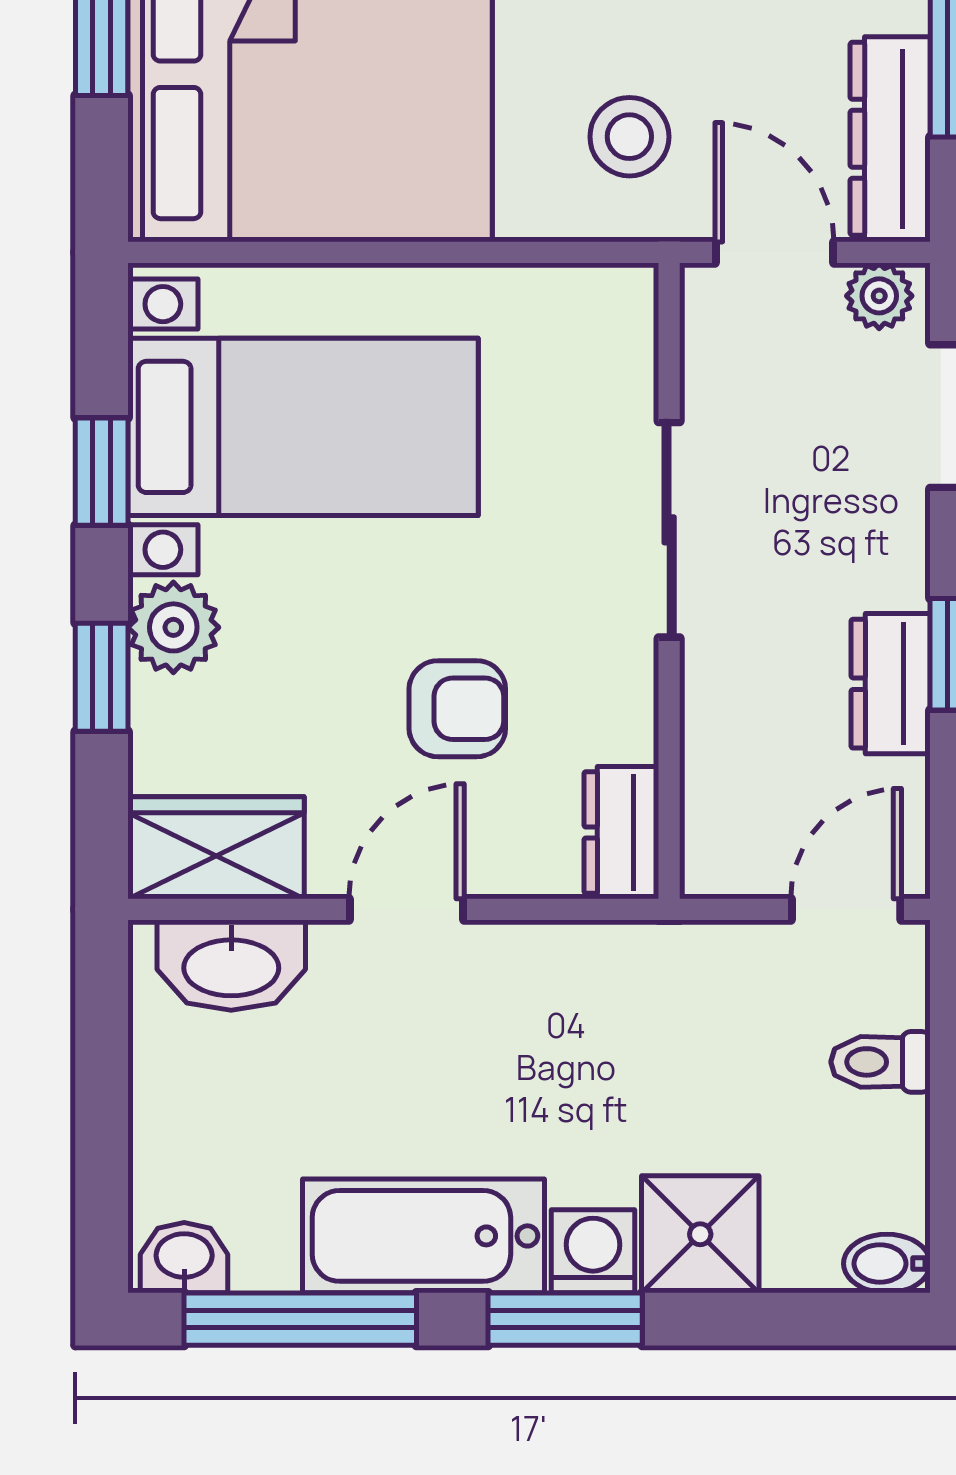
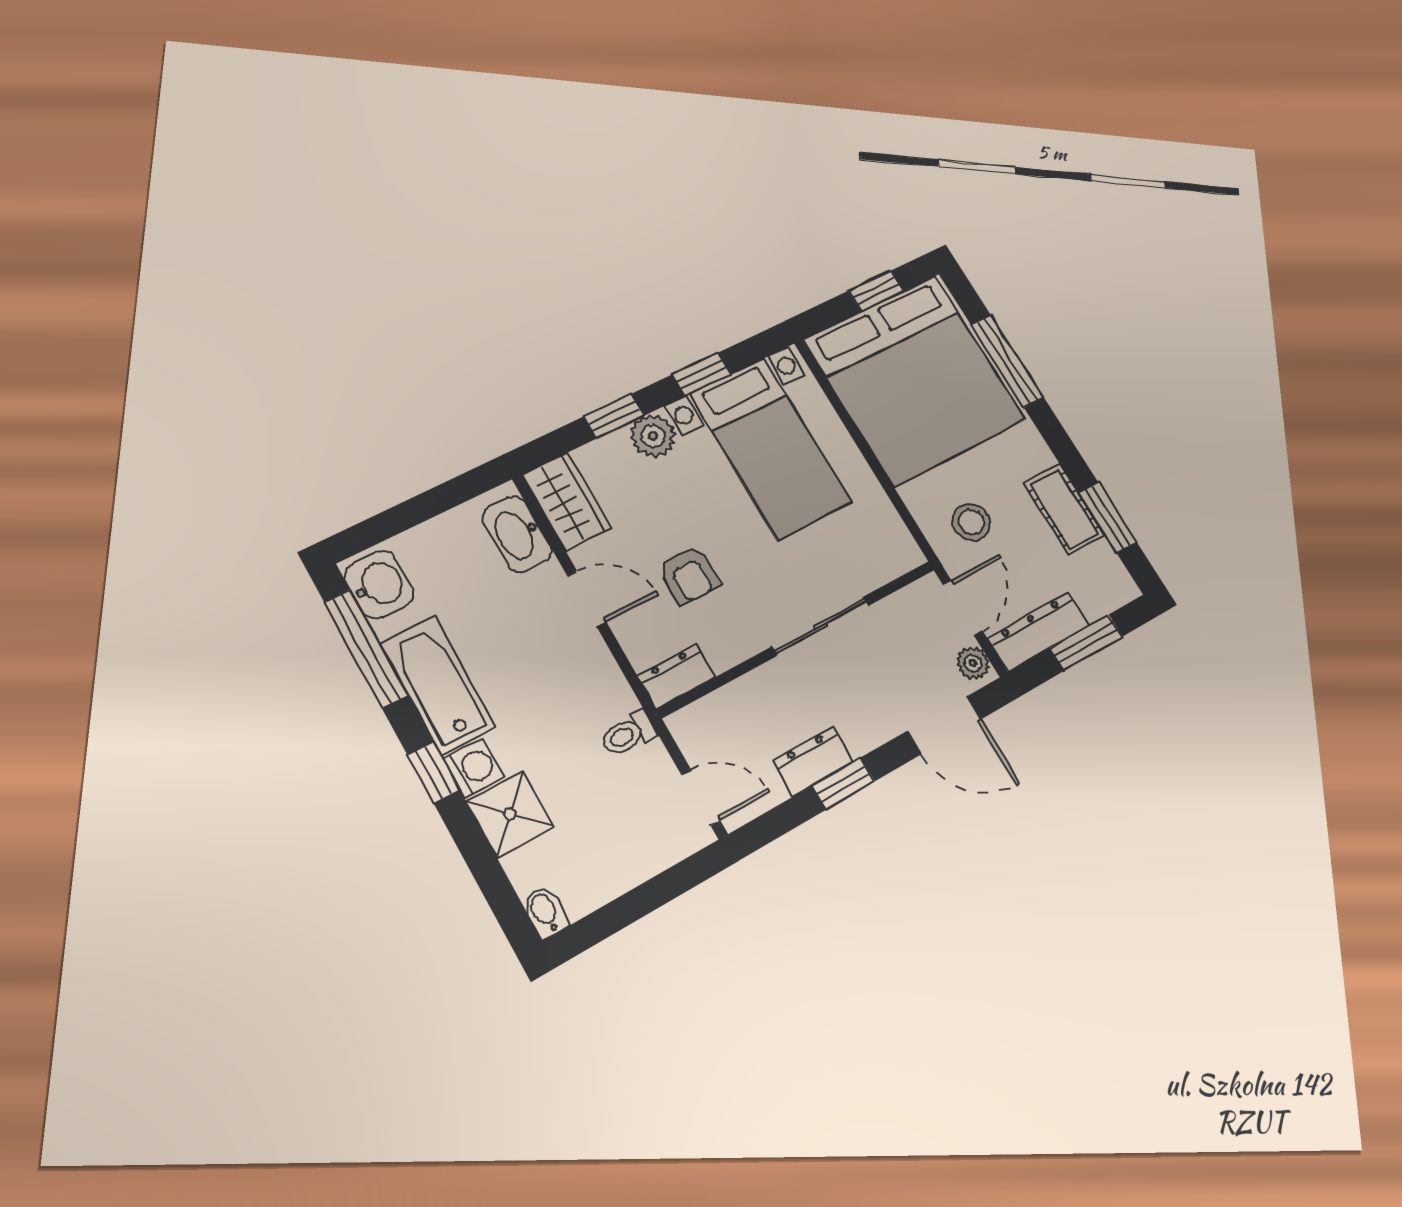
toilet: (881, 1062) -> (628, 734), moved, turned -90
washbasin: (184, 1258) -> (379, 585), width x1.38, depth x1.45
window: (565, 1319) -> (433, 772), width x0.67

